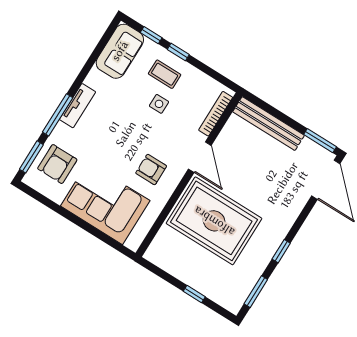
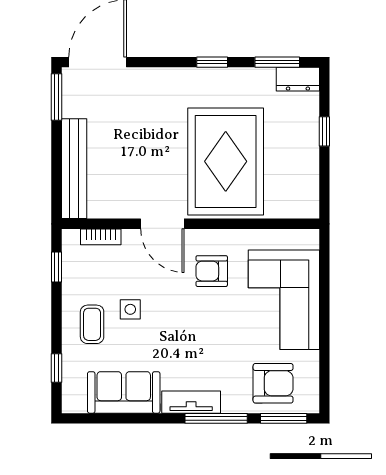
sofa: (120, 51) -> (124, 392), moved
window: (178, 52) -> (57, 267), moved
bookcase: (216, 114) -> (101, 237), width x0.64
door: (200, 157) -> (162, 224), swing flipped
armchair: (151, 170) -> (212, 271), turned 90
dresser: (237, 298) -> (298, 79), added

